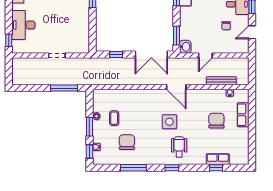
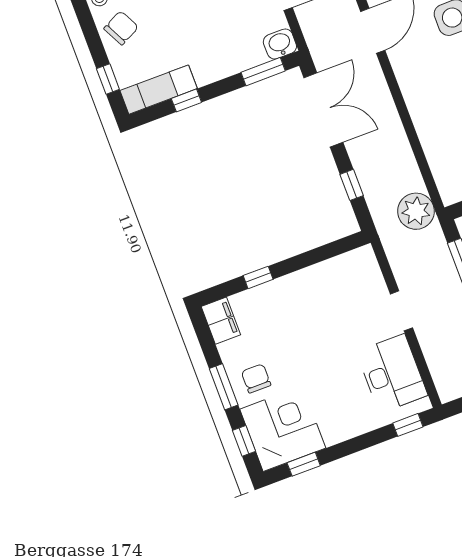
desk: (23, 25) -> (392, 373), moved, turned -90
plant: (95, 77) -> (416, 211), added

